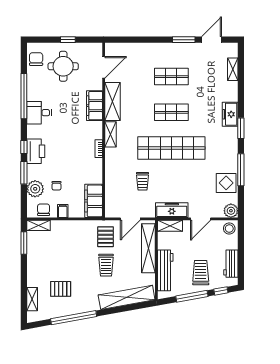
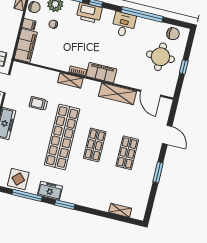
door: (211, 40) -> (167, 135), moved
filing cabinet: (95, 106) -> (101, 73), moved
freezer: (230, 114) -> (50, 191), moved
shelving: (110, 134) -> (70, 80), moved
filing cabinet: (94, 201) -> (26, 45), moved, turned 90

